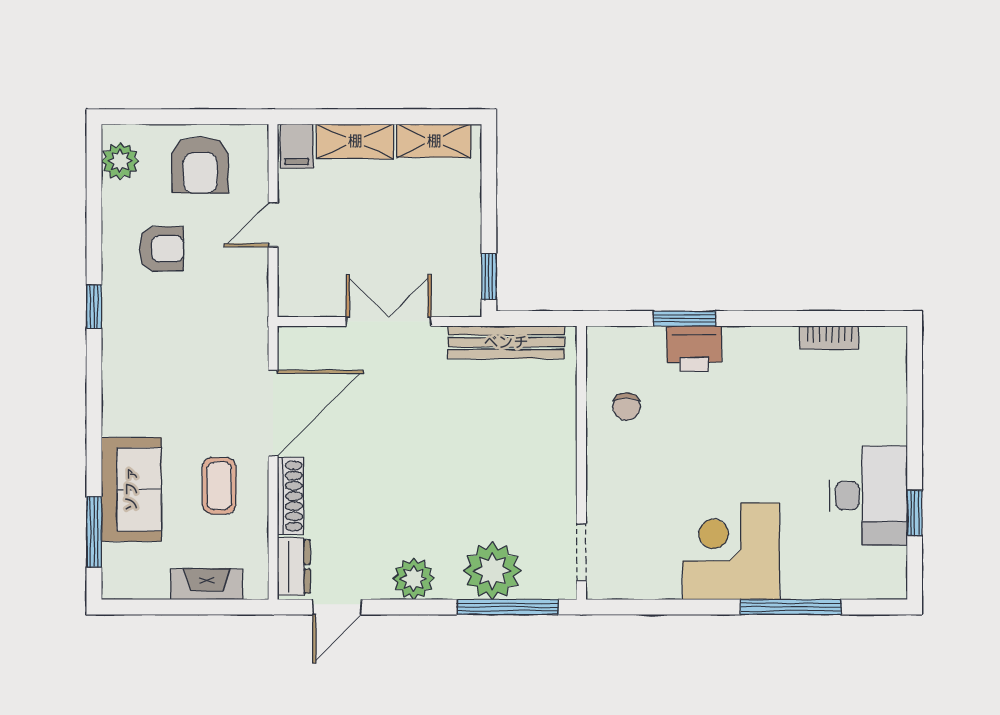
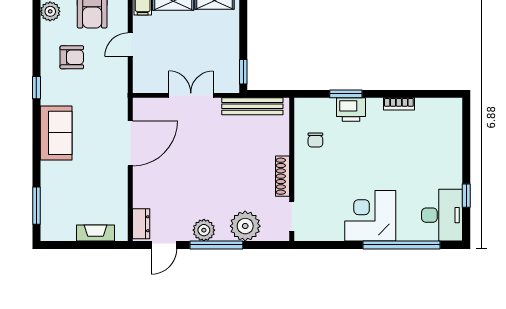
bookcase: (829, 338) -> (399, 104), moved
coffee table: (219, 486) -> (102, 181), removed
sofa: (131, 489) -> (56, 133), moved
shoe rack: (291, 496) -> (283, 176), moved, turned 180
desk: (868, 496) -> (442, 215), moved
window: (508, 607) -> (216, 245), moved
window: (791, 607) -> (401, 245), width x1.46

